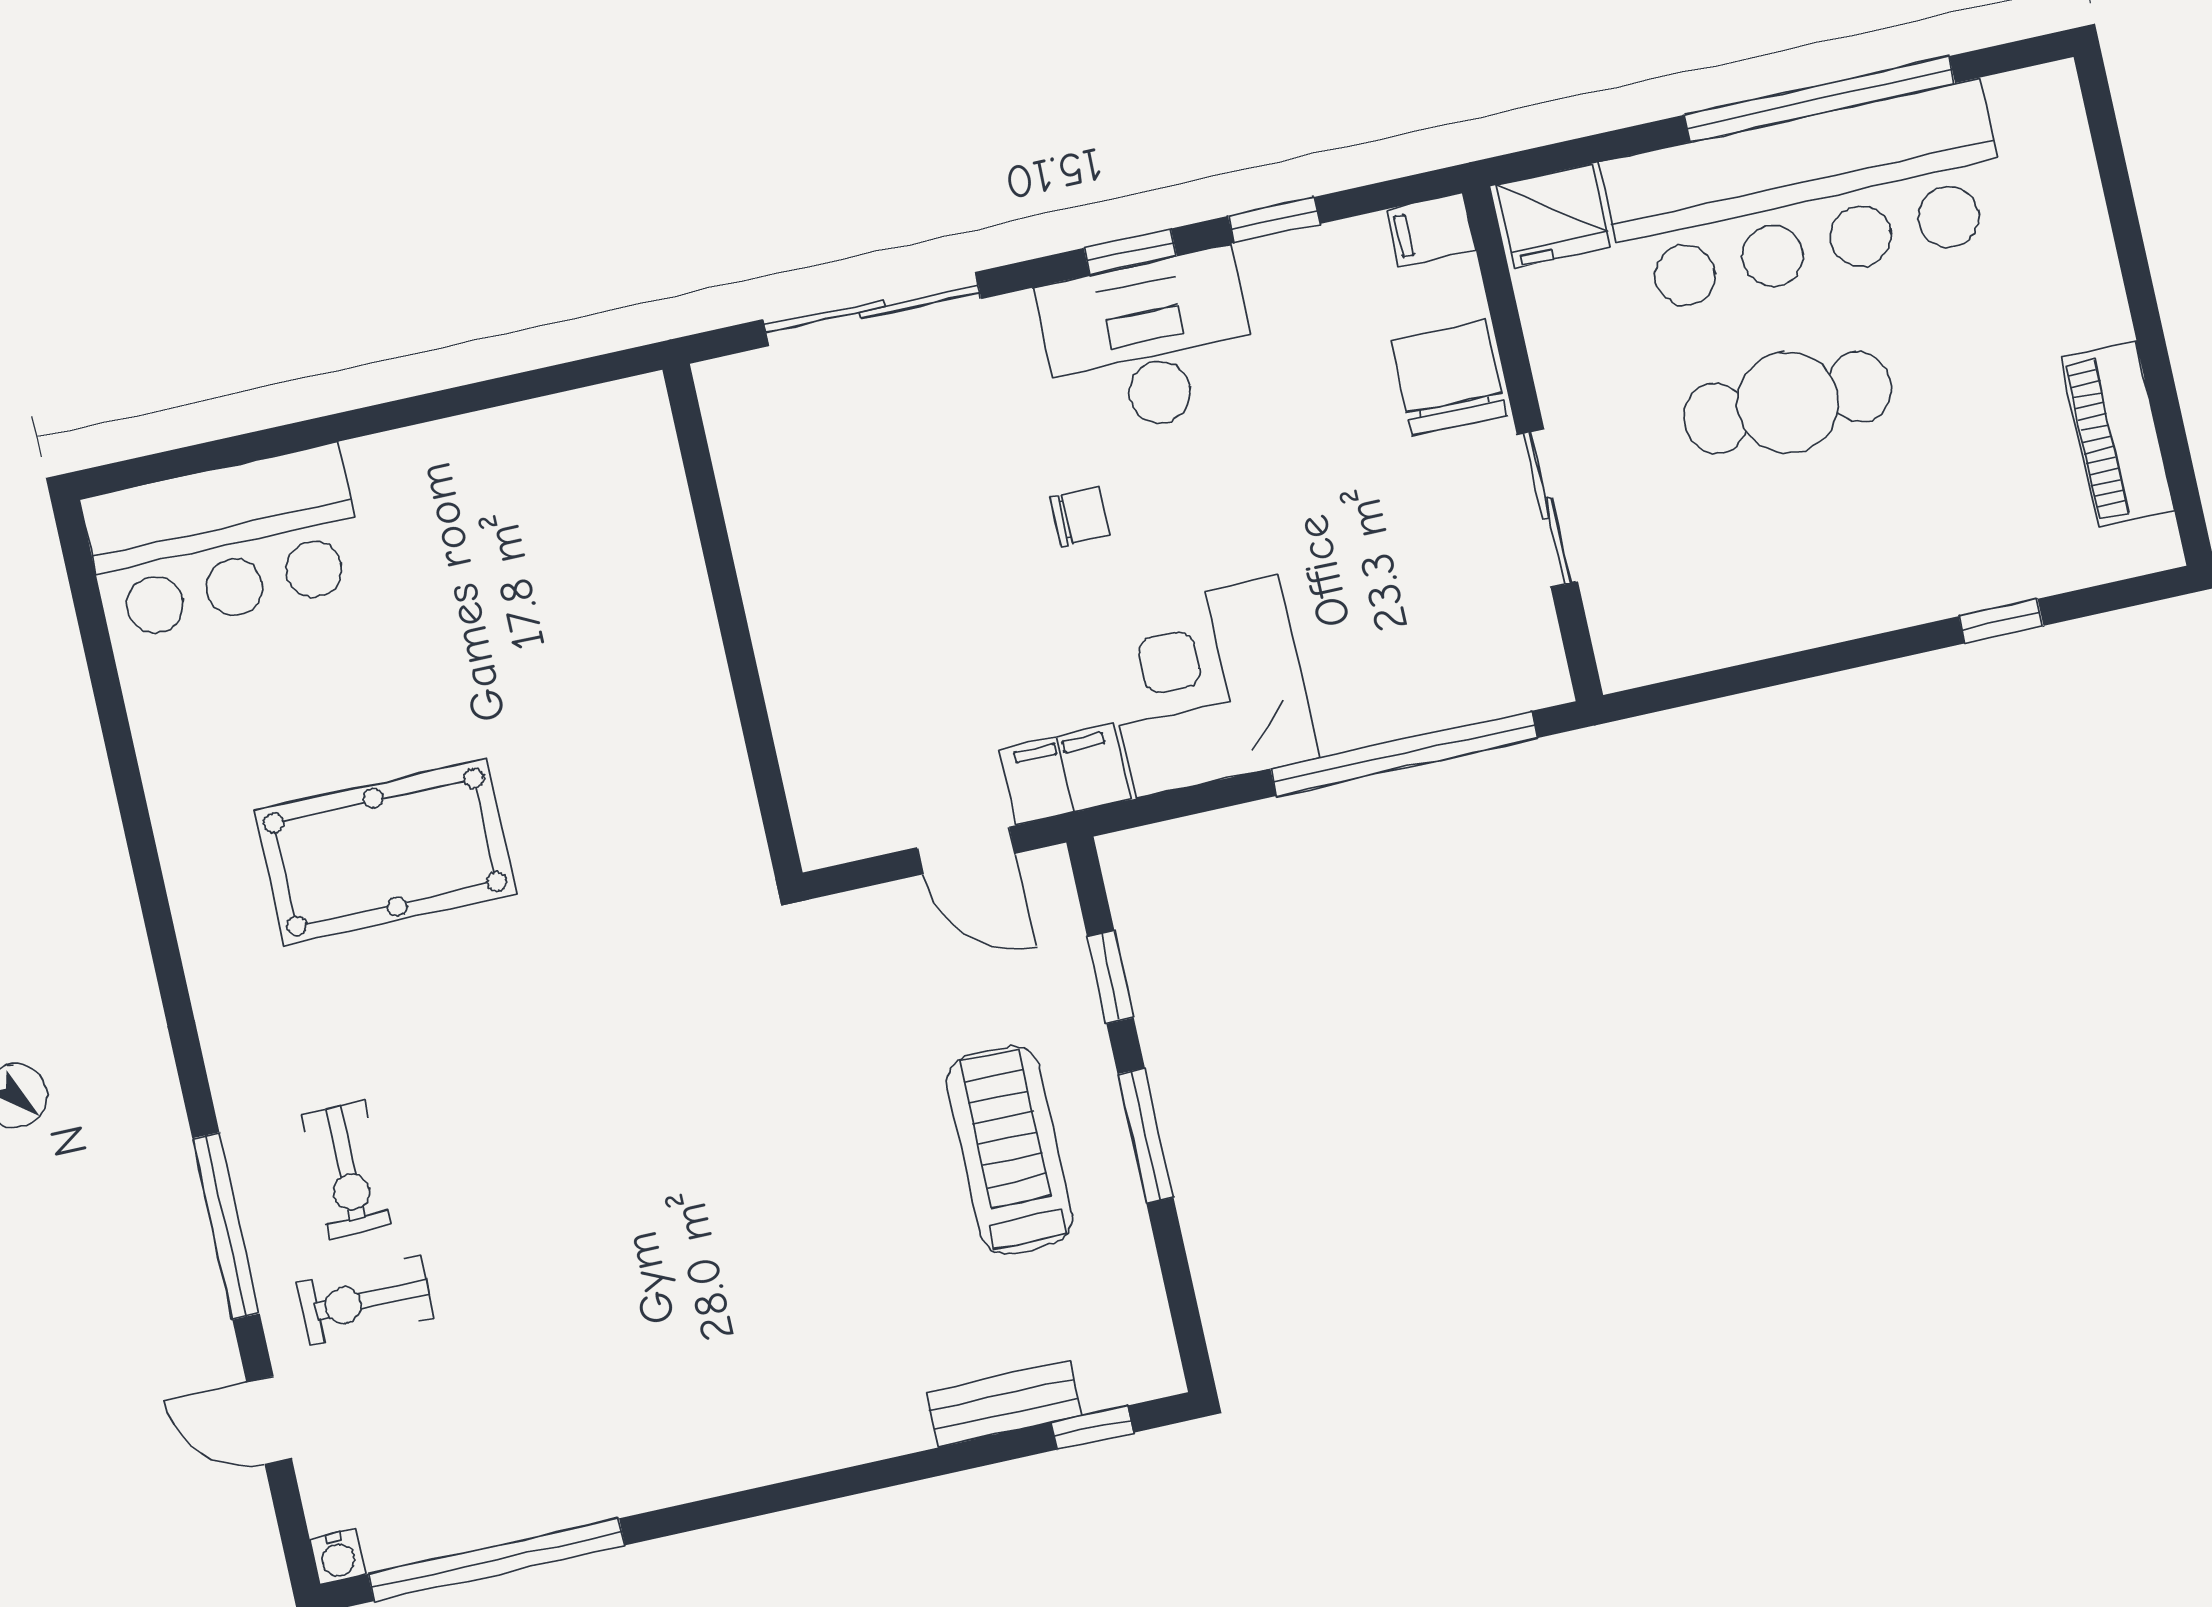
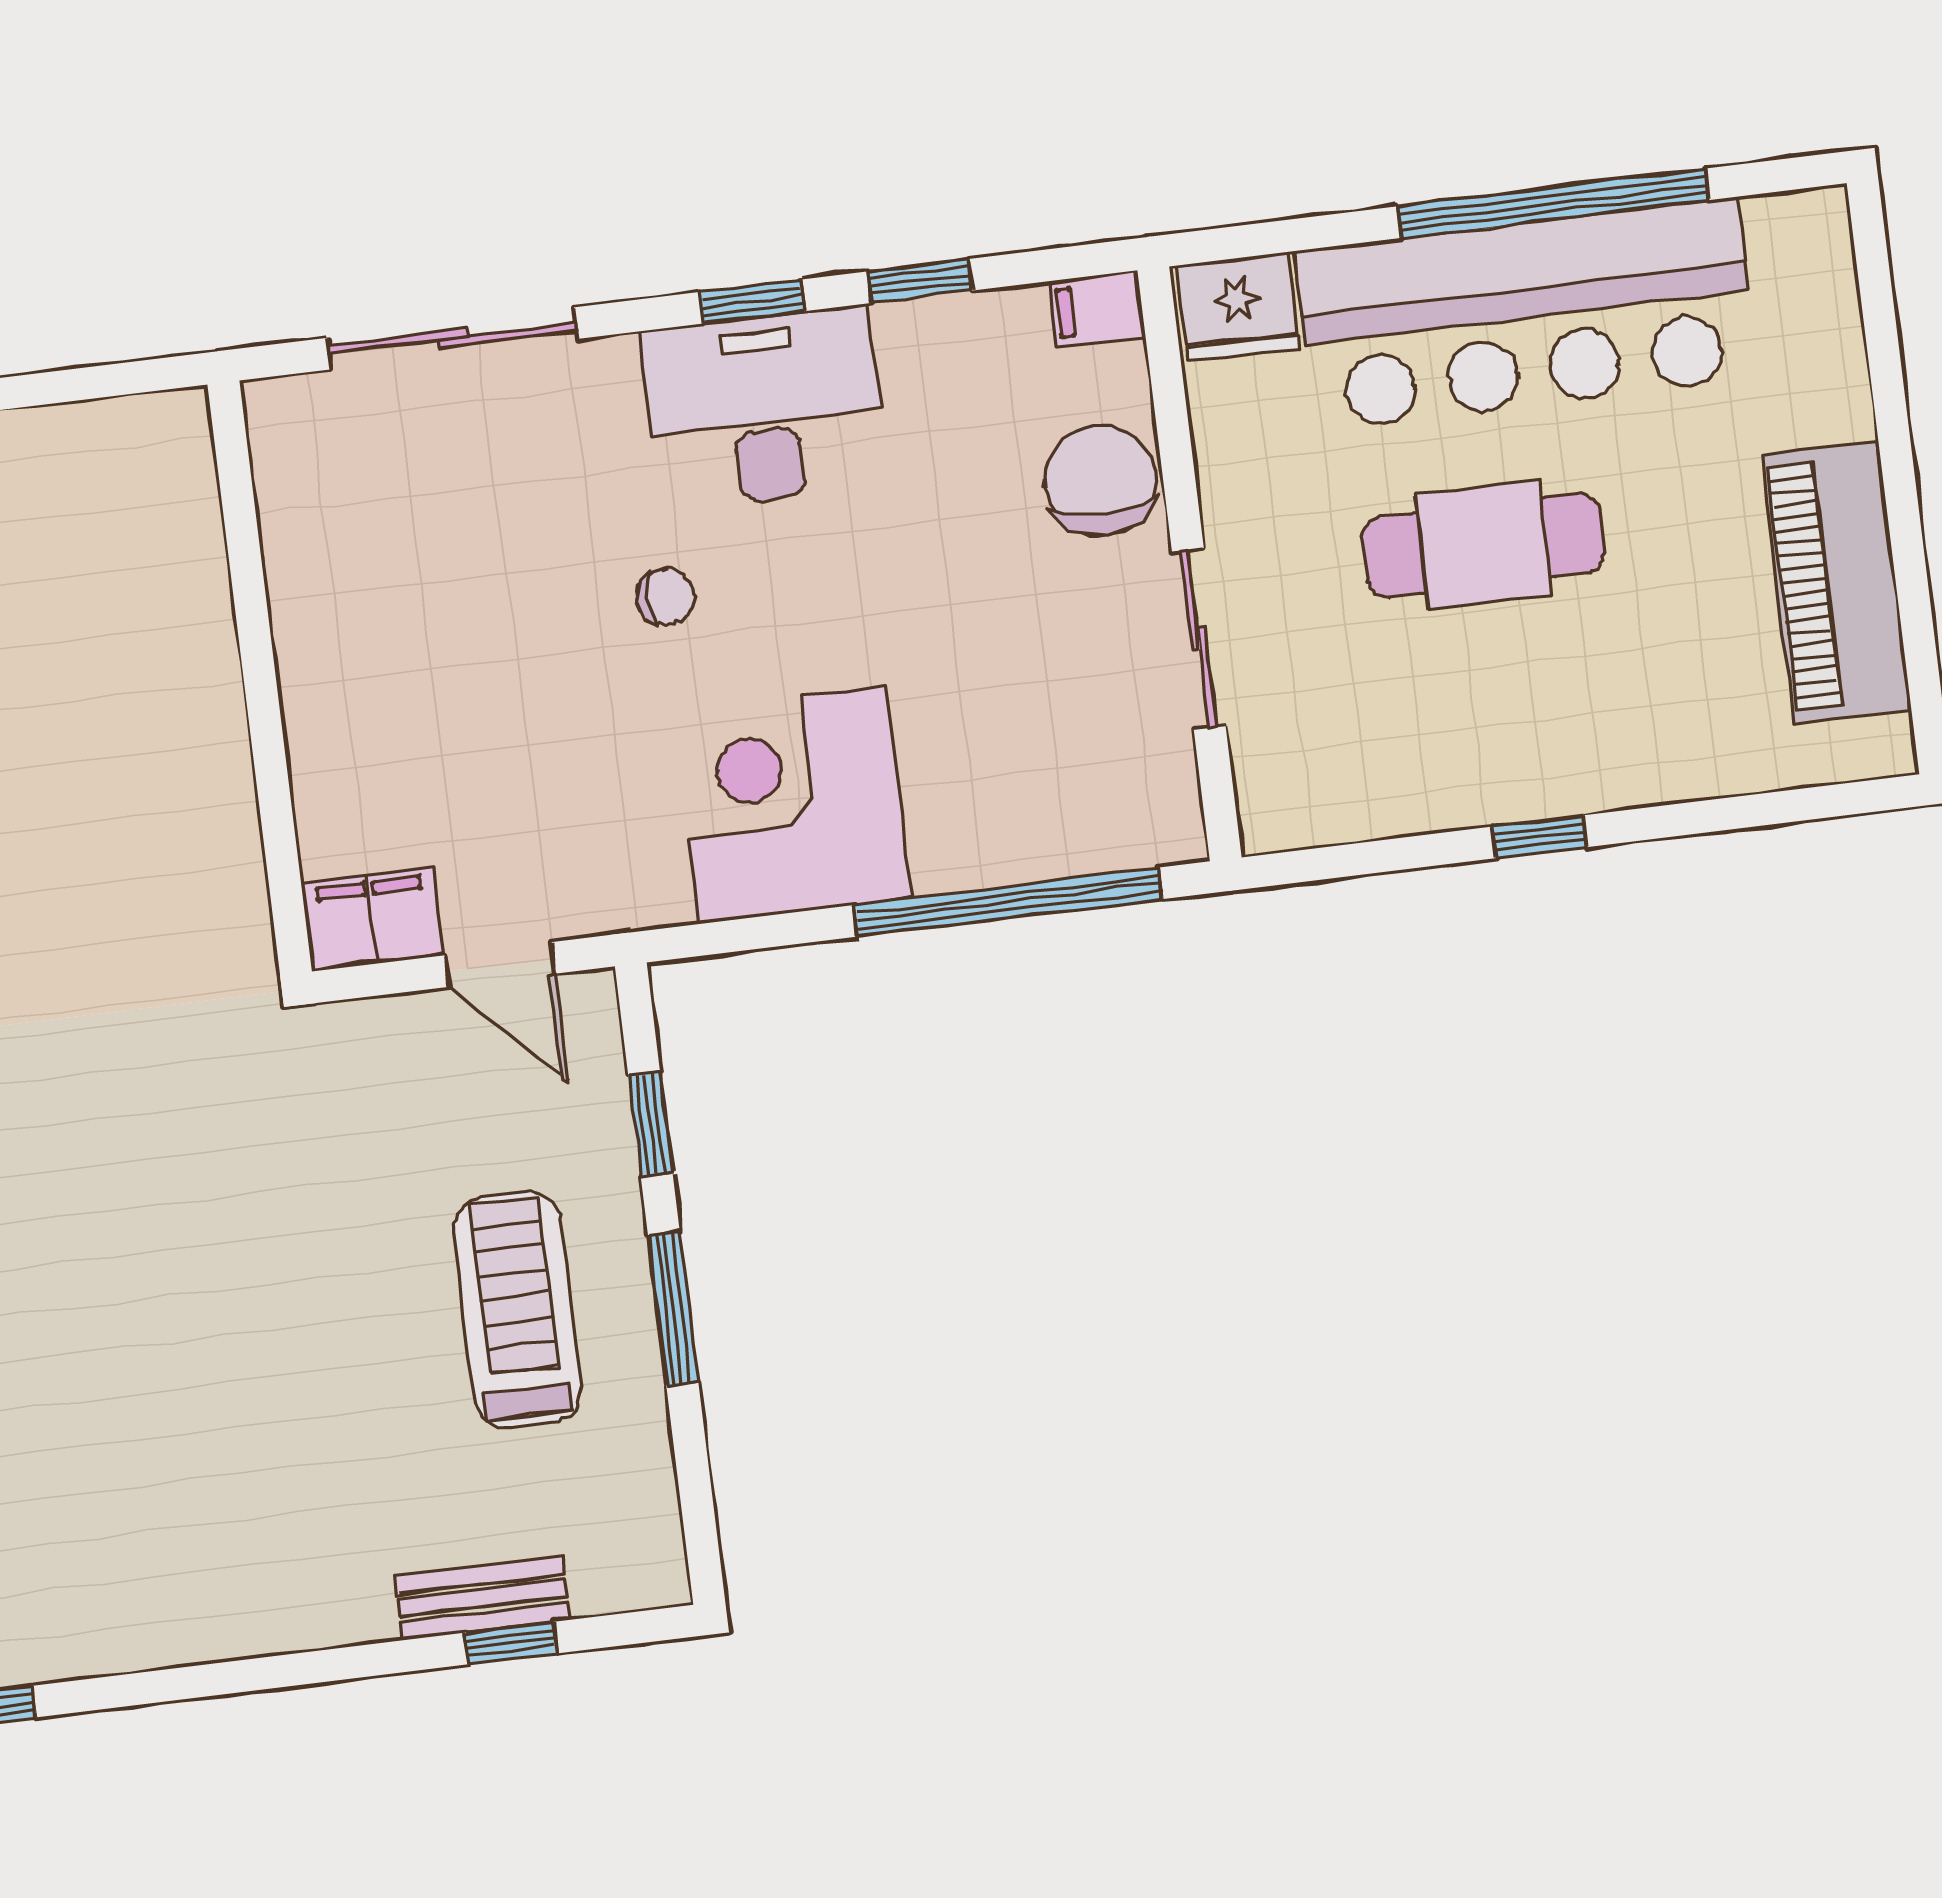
piano: (2118, 434) -> (1836, 583), width x1.37, depth x1.33
window: (2001, 621) -> (1540, 837), moved
filing cabinet: (1065, 774) -> (372, 919), moved
window: (1092, 1428) -> (511, 1643), moved

